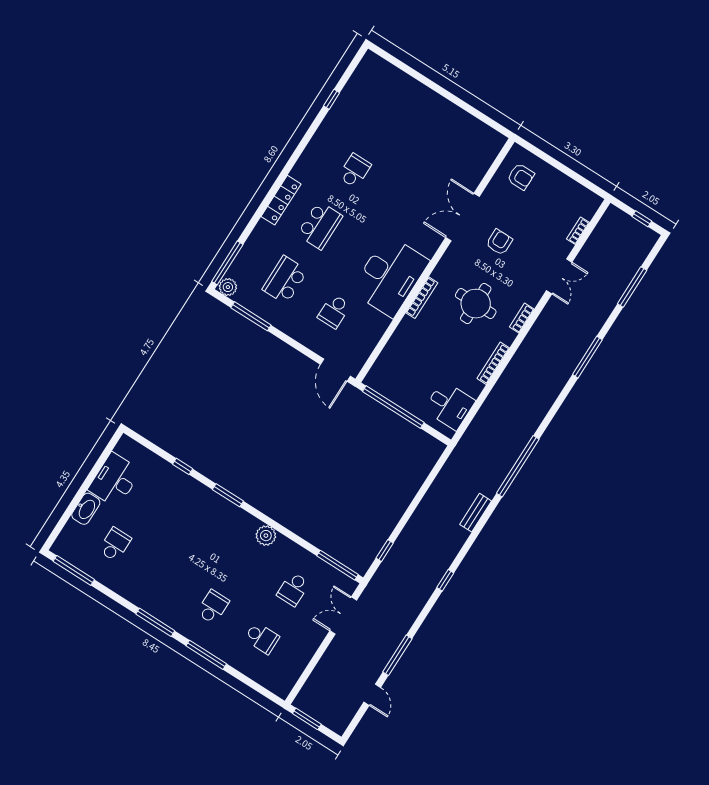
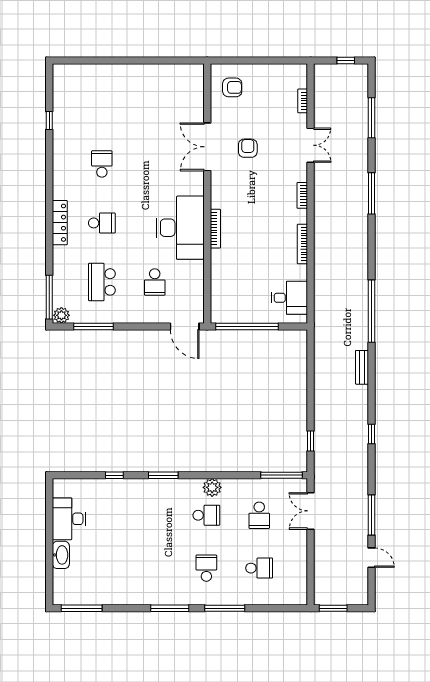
school desk: (320, 225) -> (102, 223), width x0.54
round table: (476, 304) -> (260, 207), removed
school desk: (115, 544) -> (206, 515), moved, turned 90

